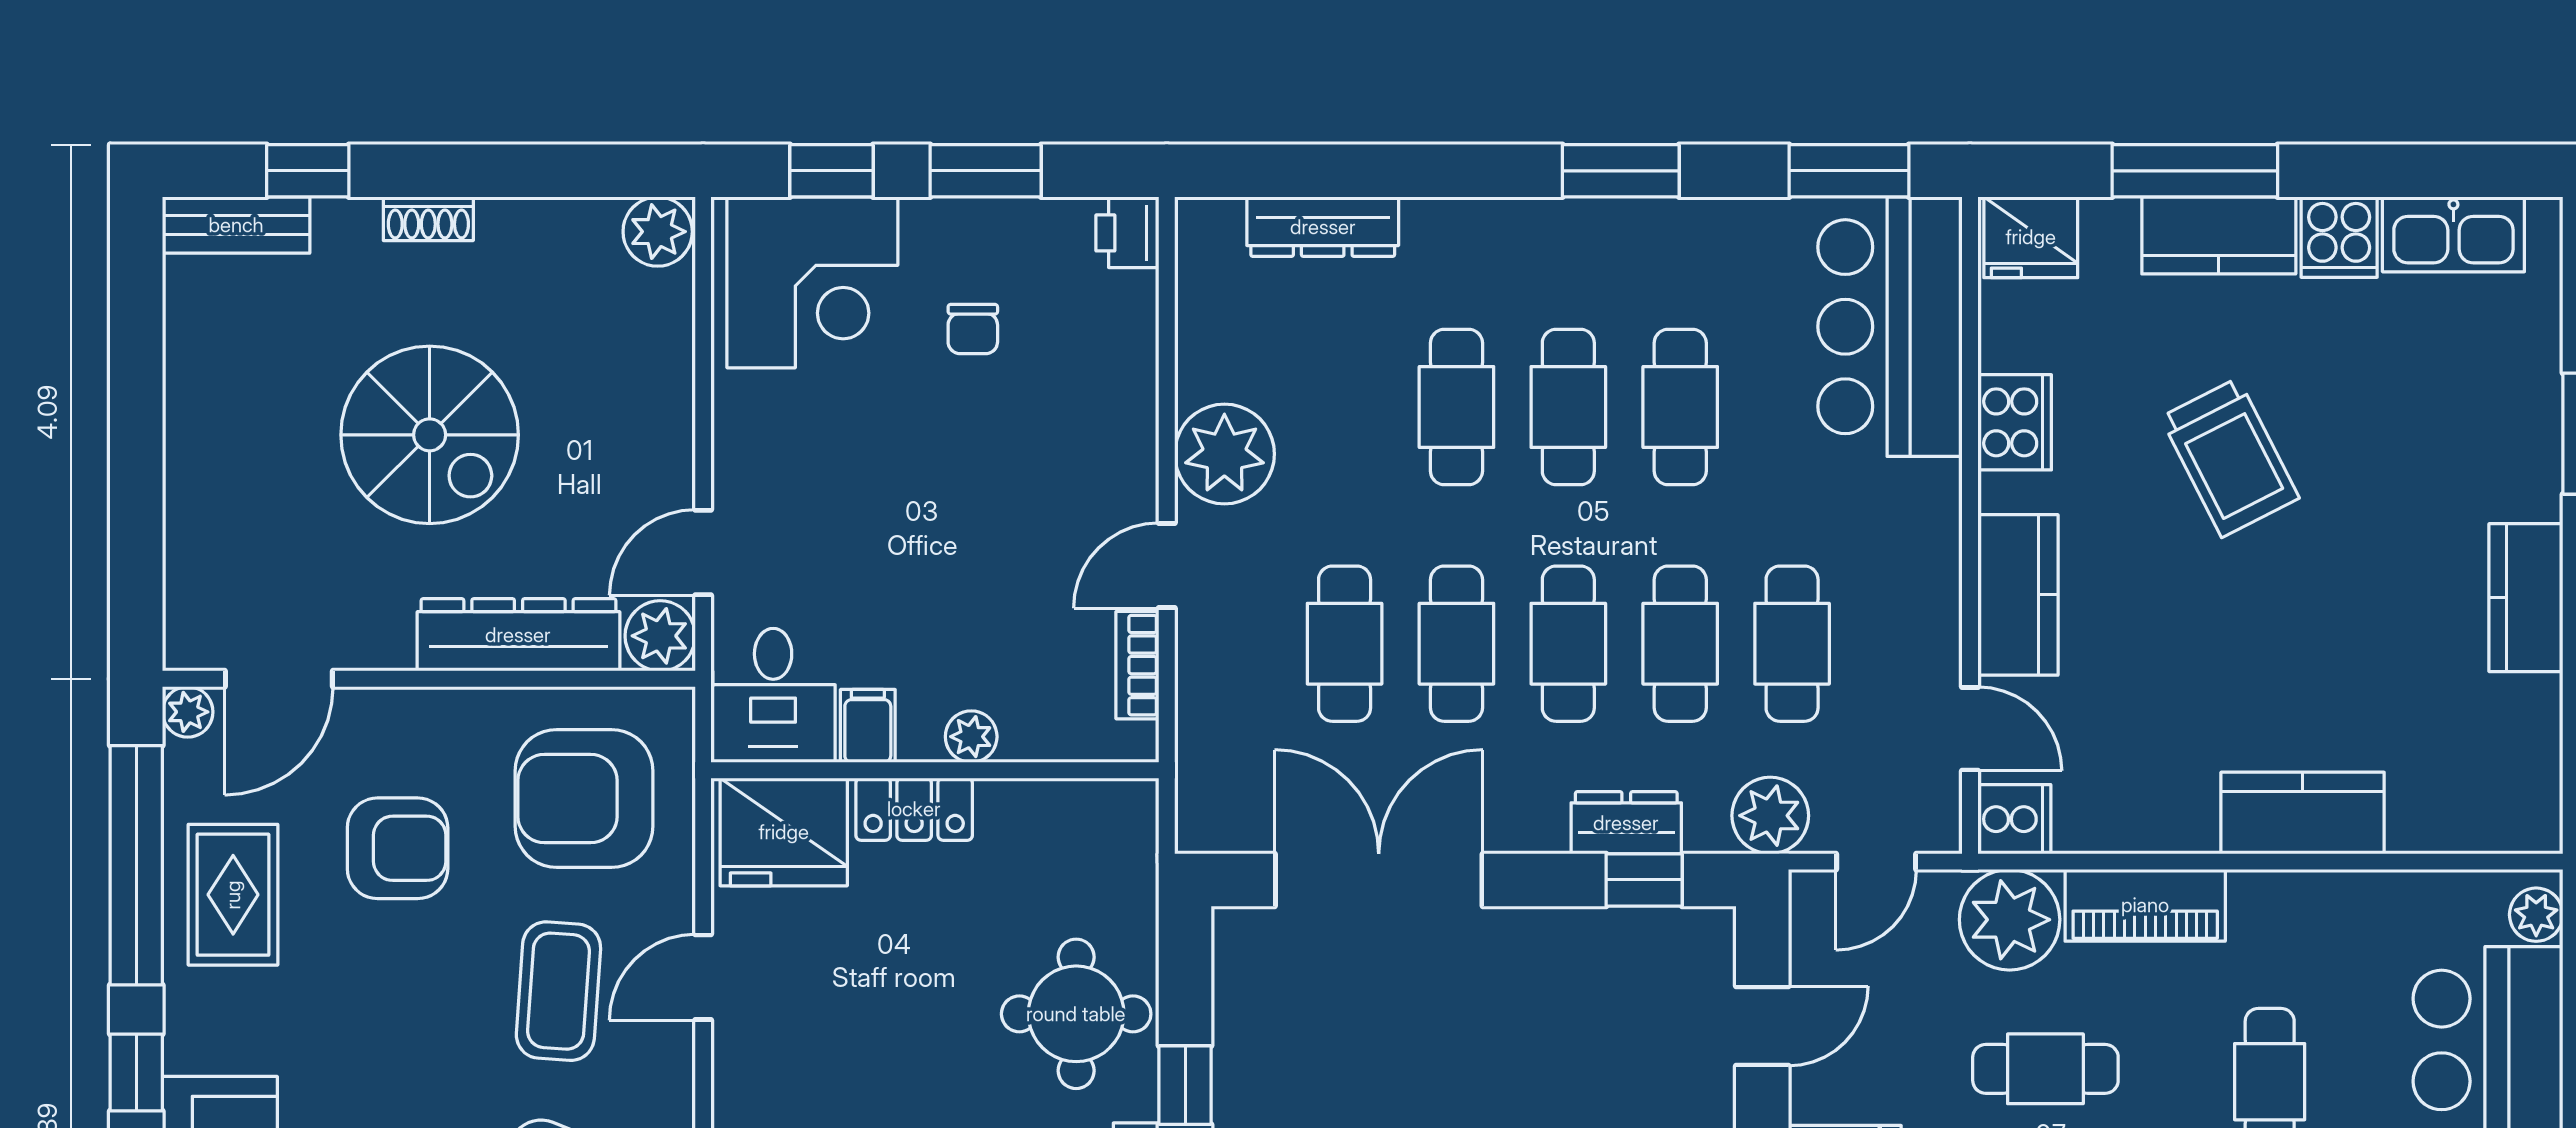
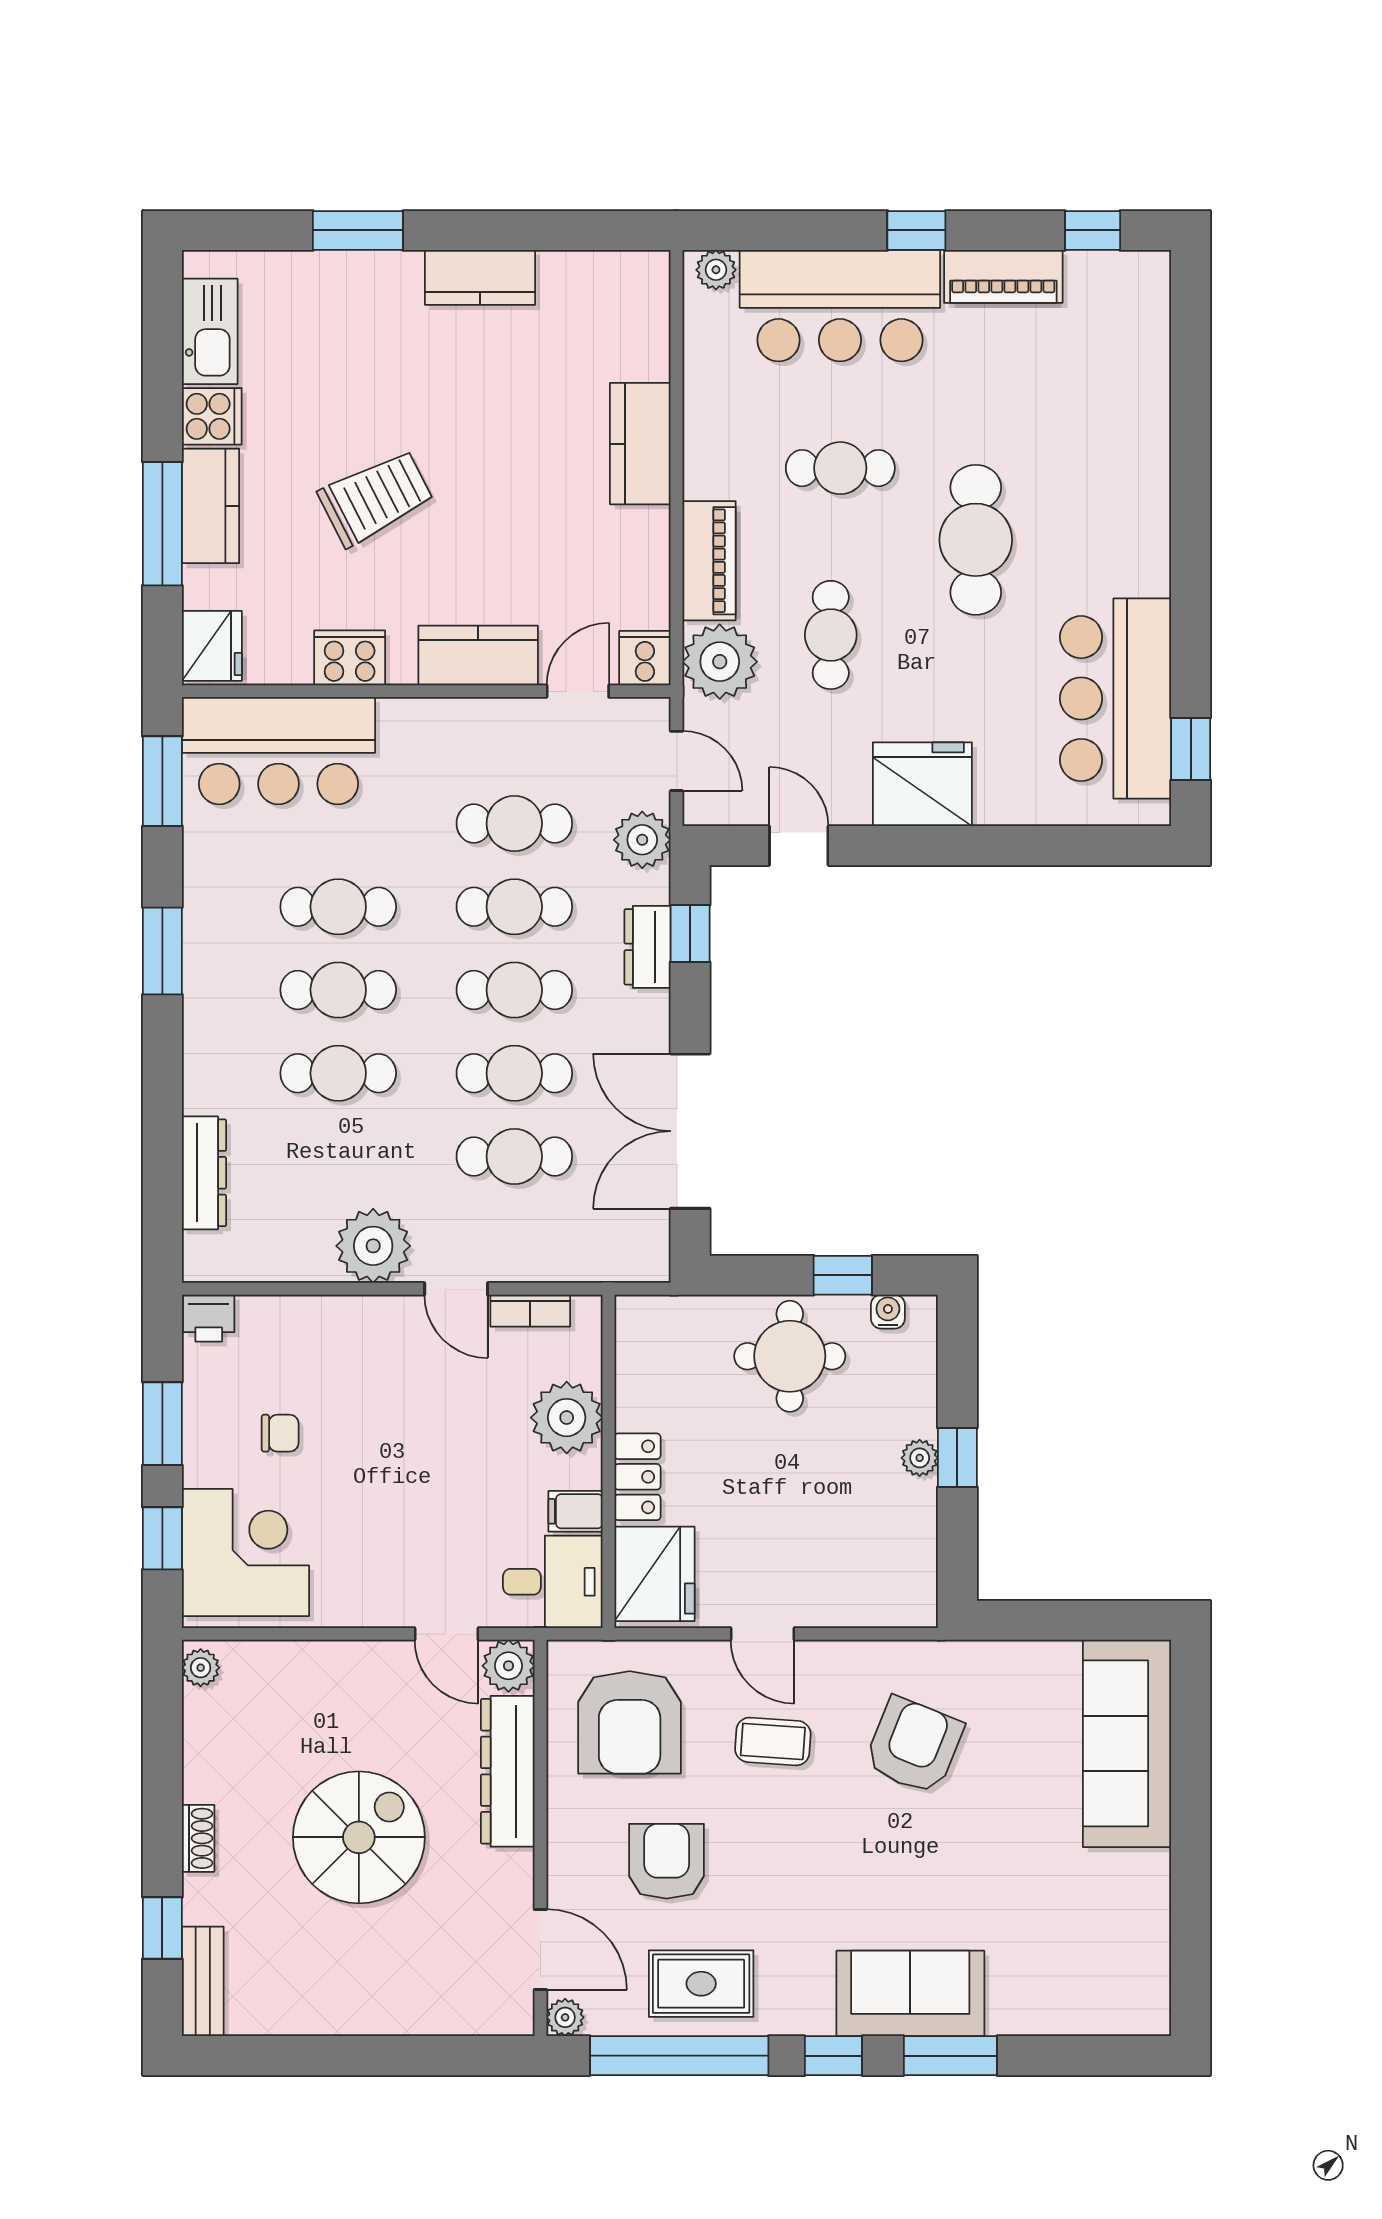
plant: (658, 232) -> (201, 1668), width x0.73, depth x0.73
plant: (971, 737) -> (567, 1418), width x1.87, depth x1.87
coffee table: (558, 991) -> (773, 1741), width x0.73, depth x0.77

